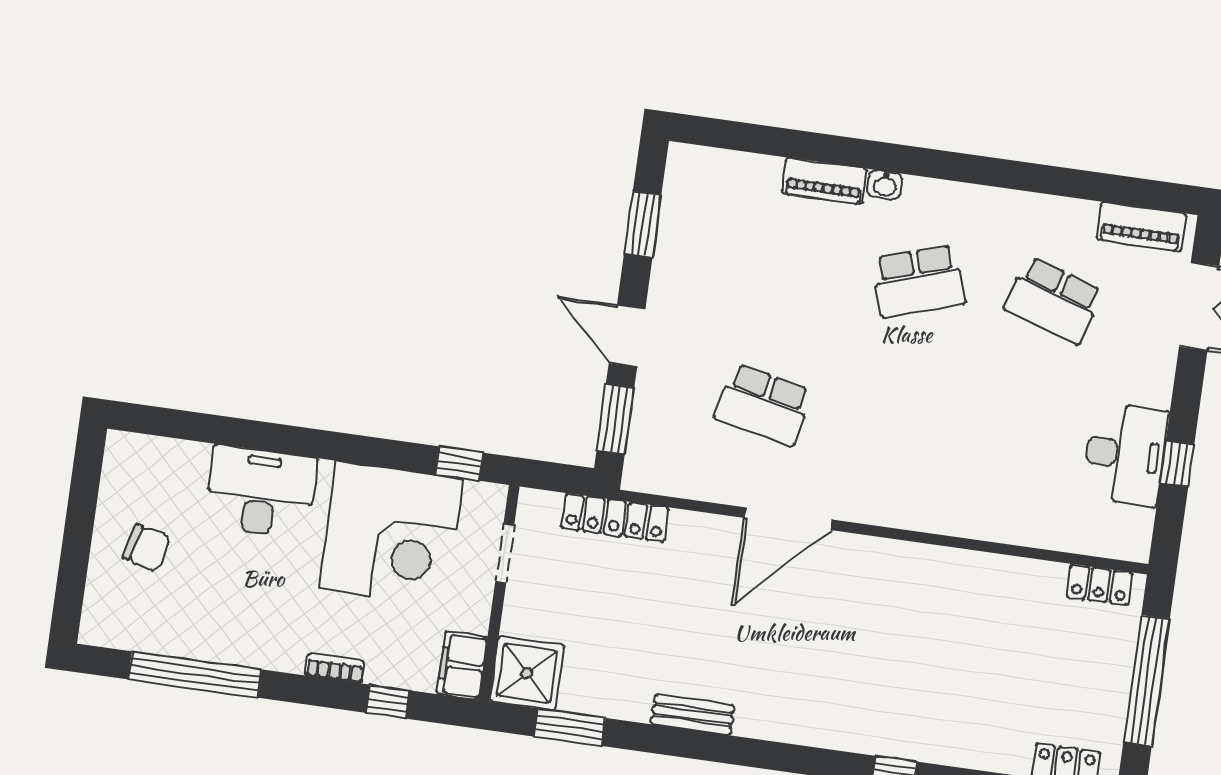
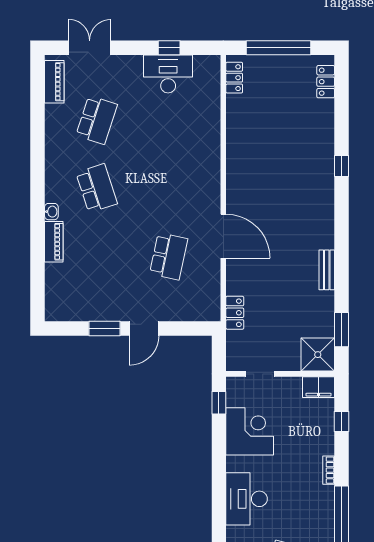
window: (643, 224) -> (104, 329), moved
window: (615, 419) -> (186, 329), removed
locker: (615, 518) -> (235, 313), width x0.66
corner desk: (391, 534) -> (250, 431), width x0.74, depth x0.74
bookcase: (335, 668) -> (329, 470), moved

